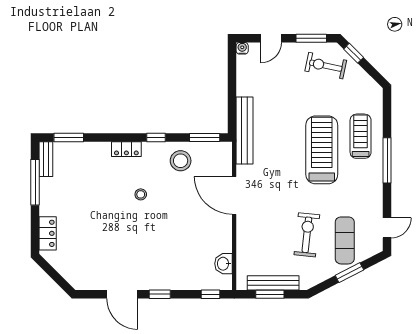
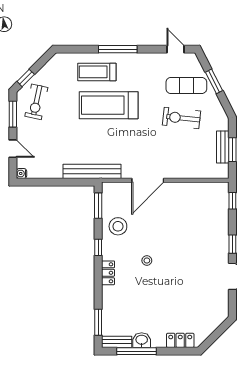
washbasin: (224, 264) -> (142, 340), moved, turned 180
bench: (273, 283) -> (223, 147), width x0.73

